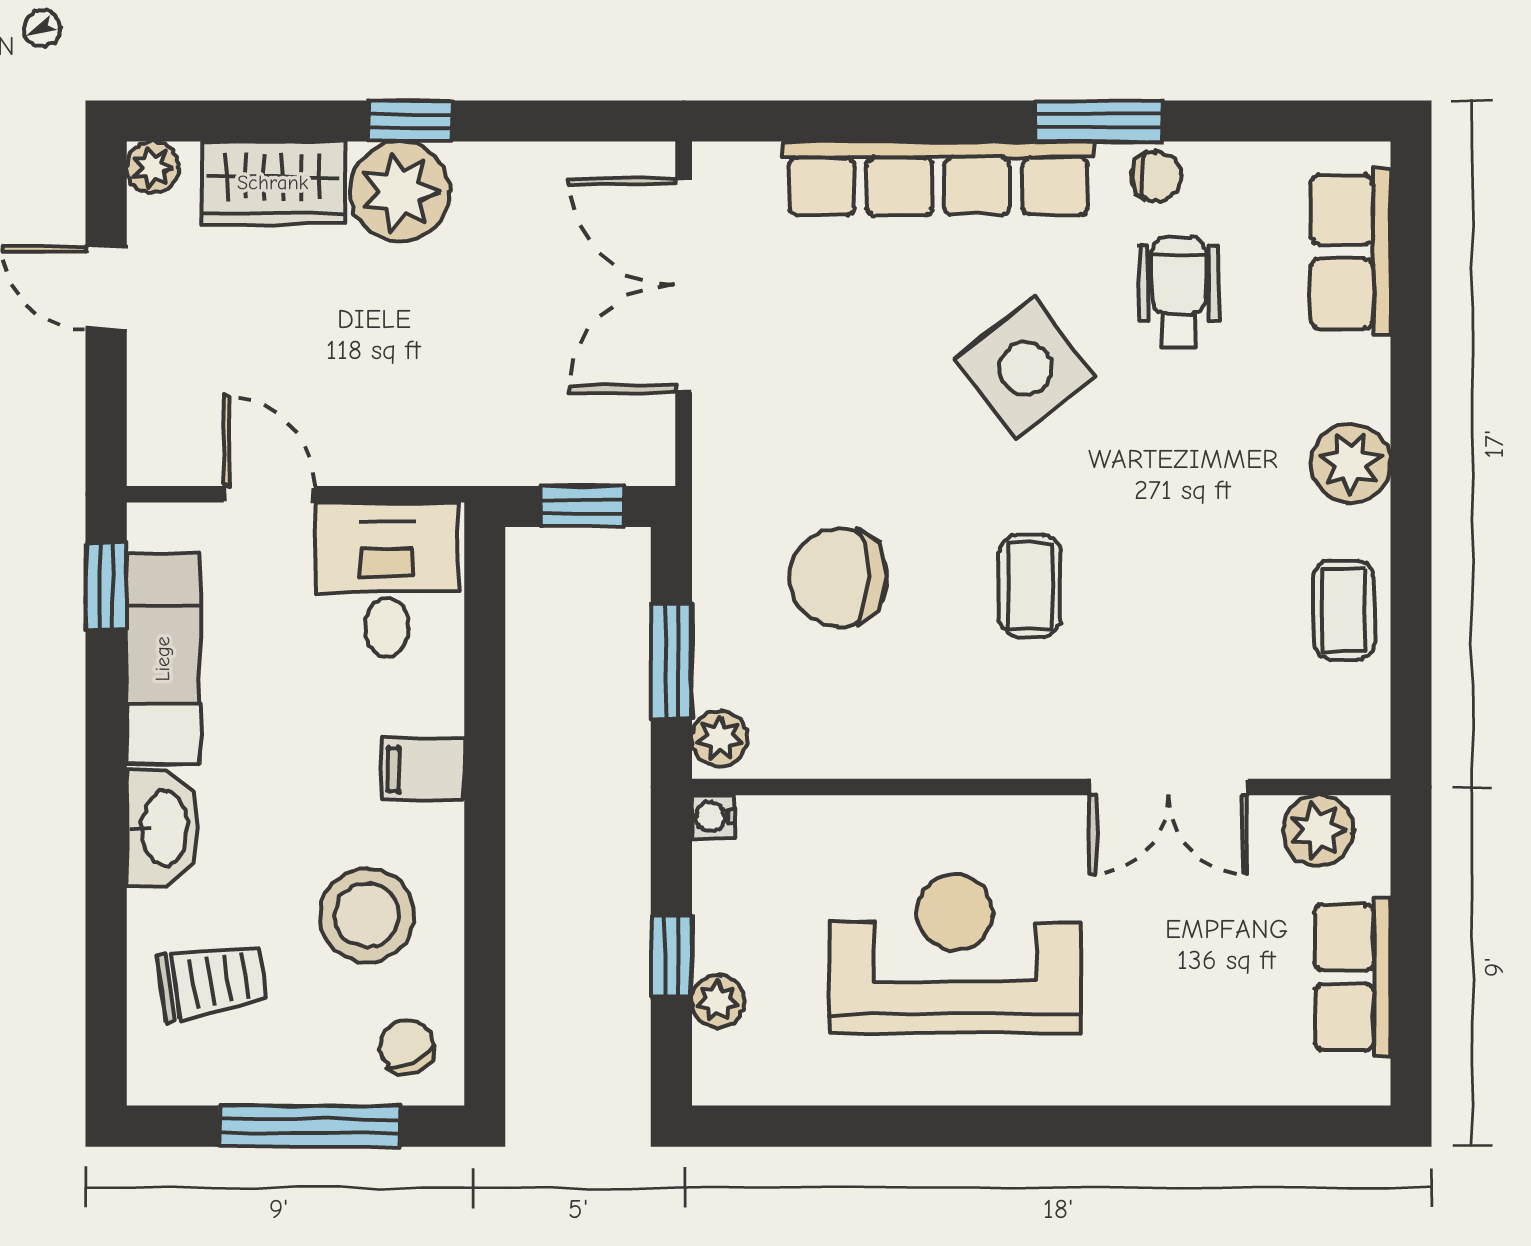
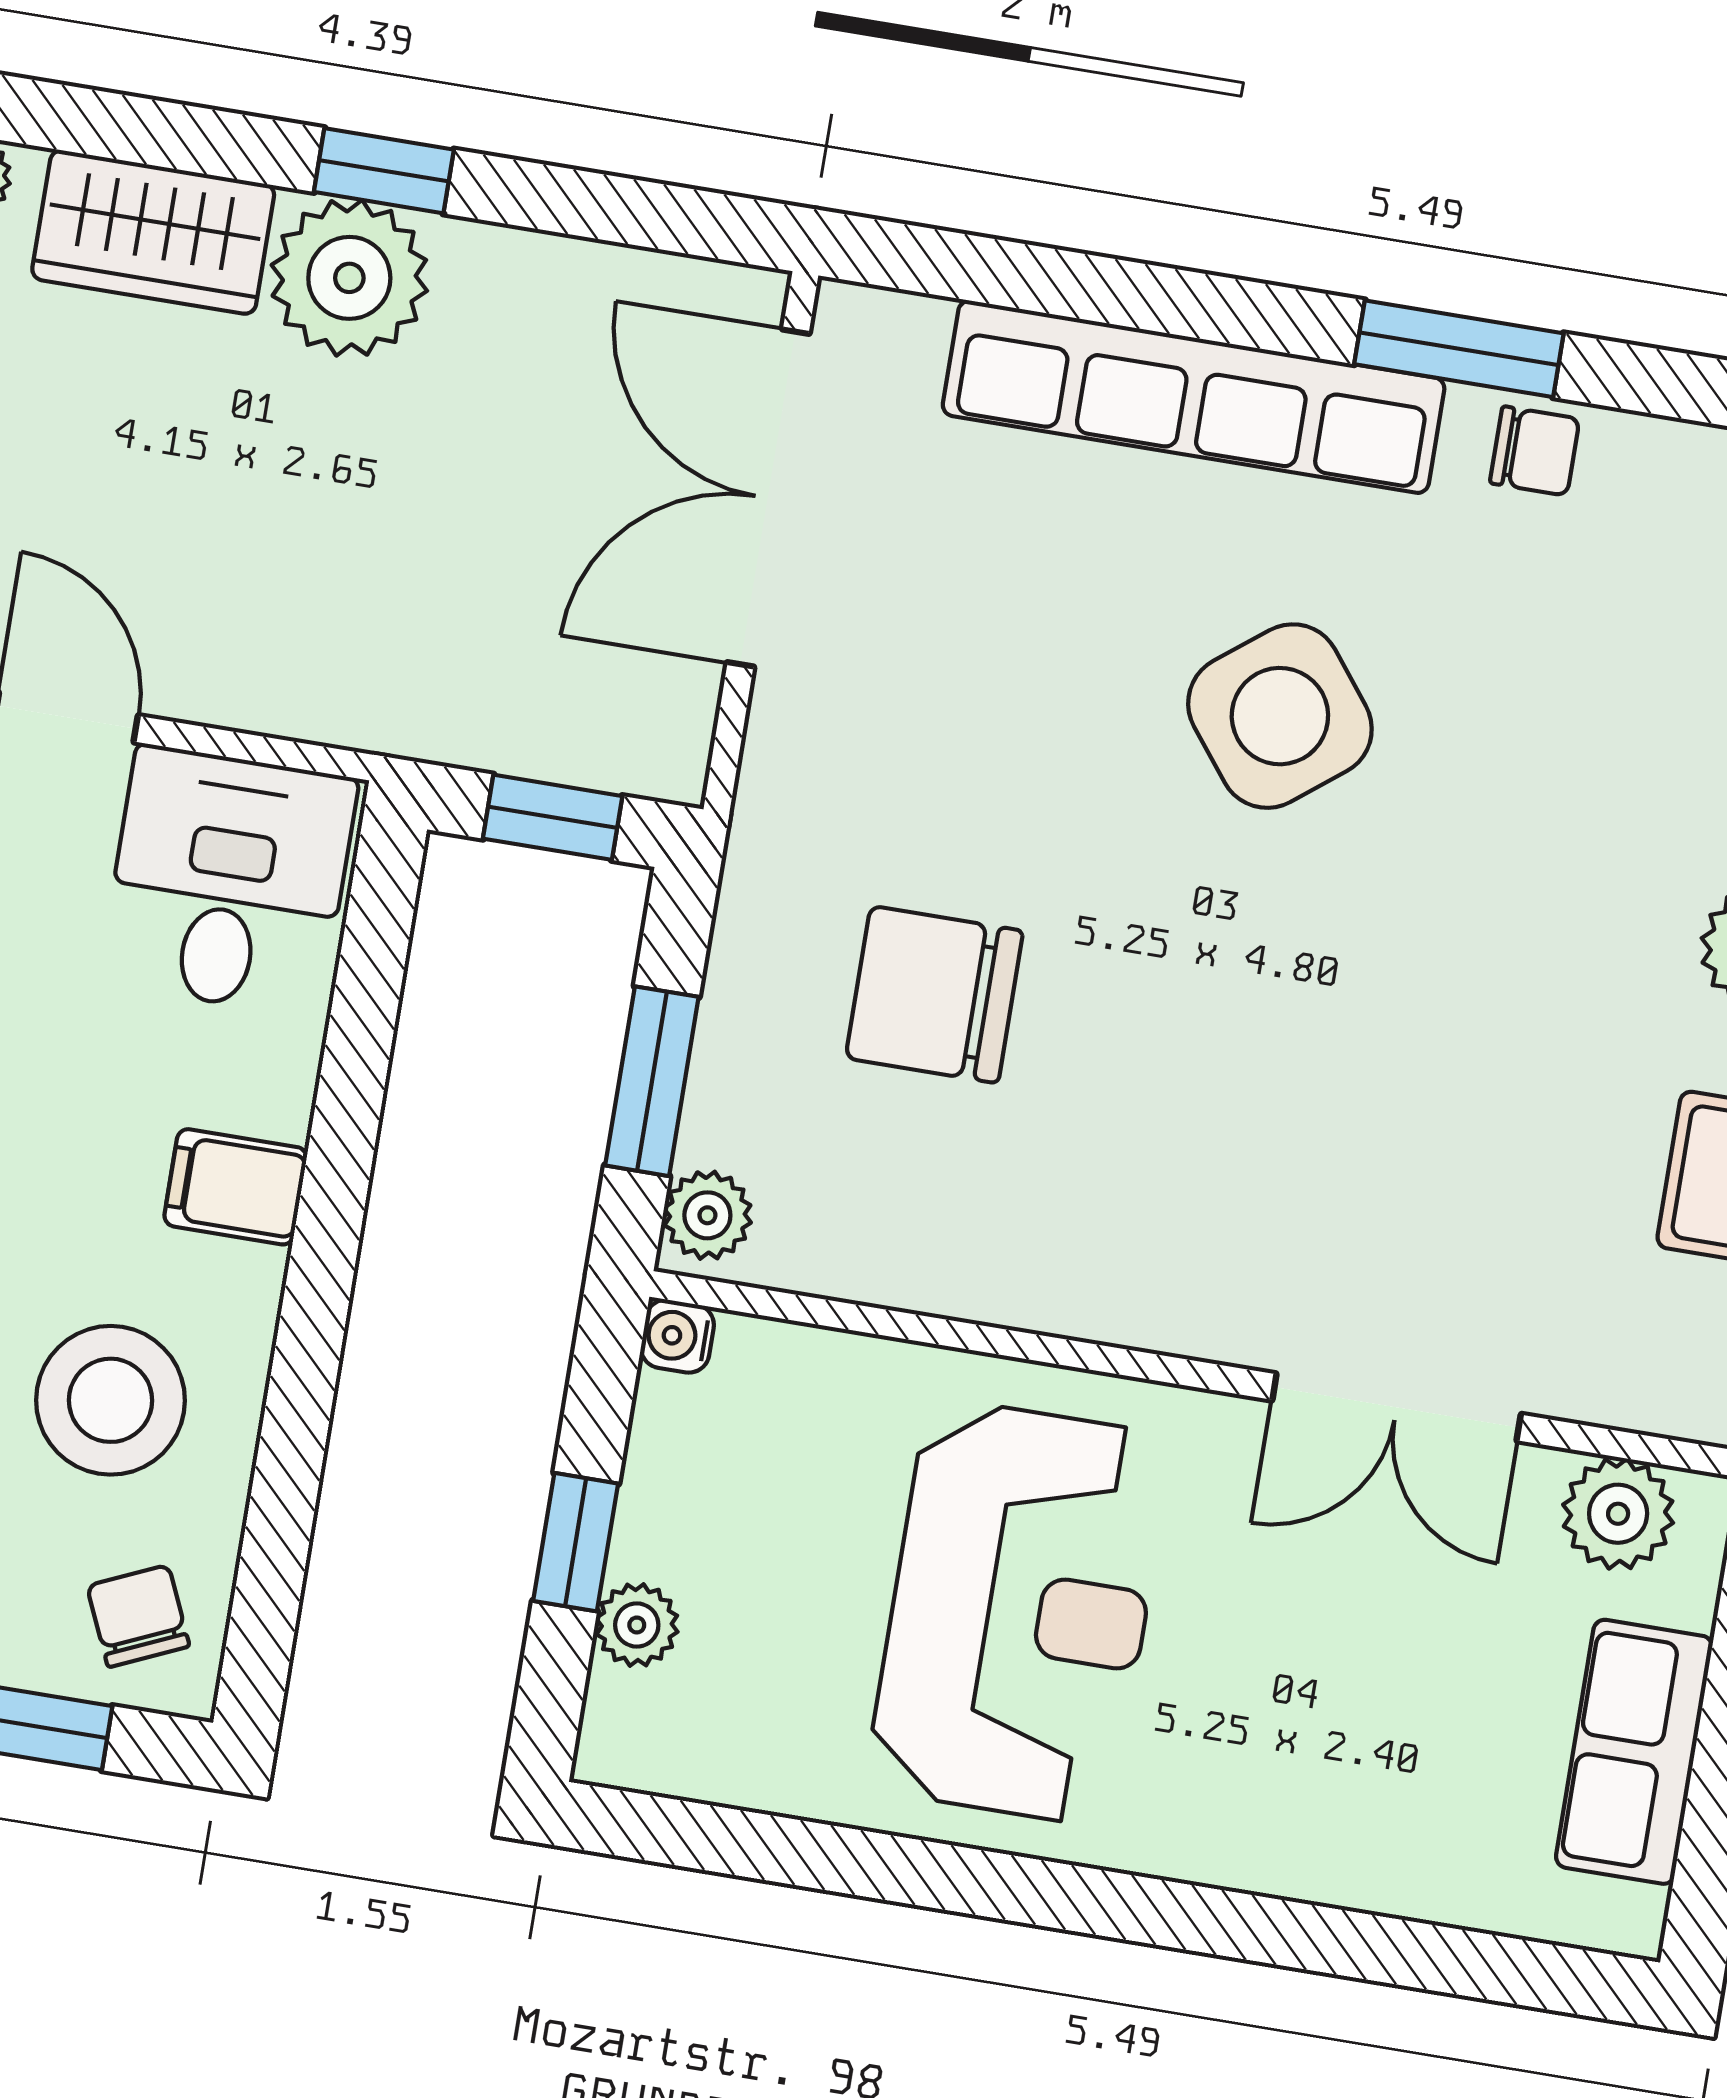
wheelchair: (1179, 292) -> (1540, 636), removed
coffee table: (1030, 586) -> (1231, 1057), removed
reception desk: (955, 954) -> (1019, 1612), turned 90

